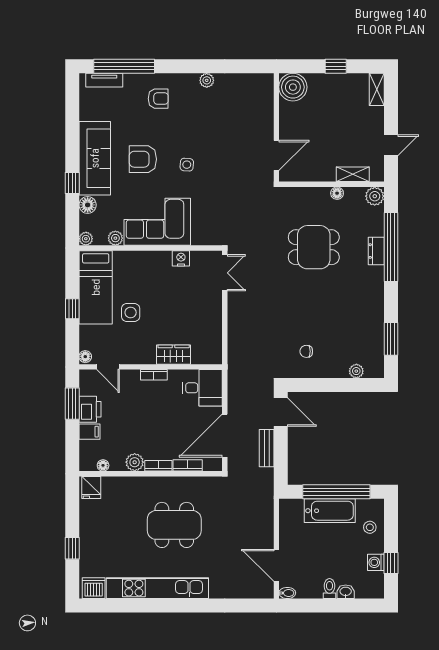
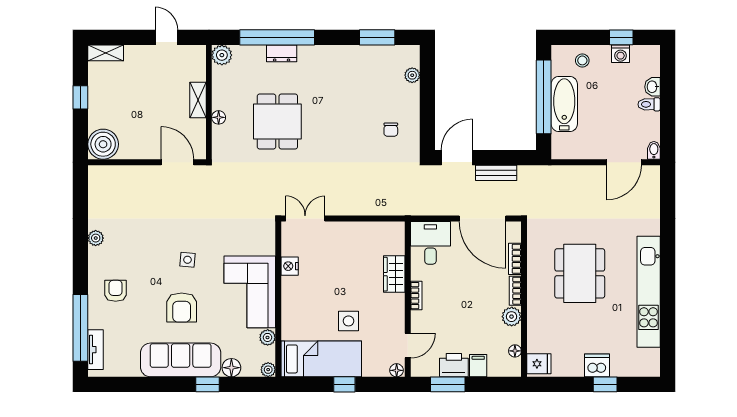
shelving: (353, 174) -> (198, 100), moved
floor lamp: (337, 193) -> (219, 117), moved
dishwasher: (94, 588) -> (597, 365), moved, turned 90

